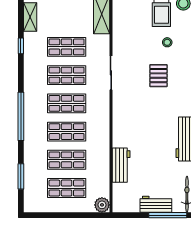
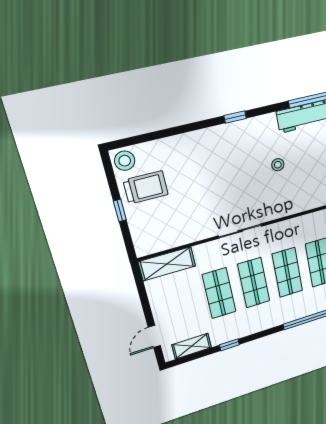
stool: (167, 42) -> (278, 165), moved
pallet: (158, 76) -> (231, 170), removed

